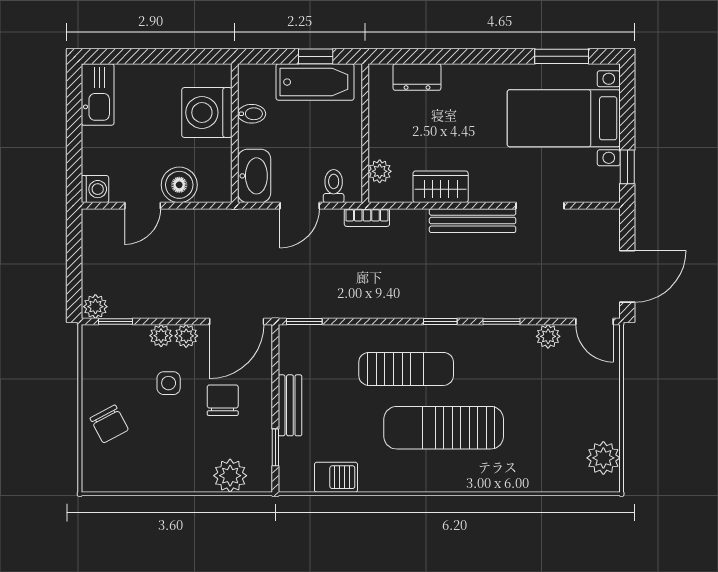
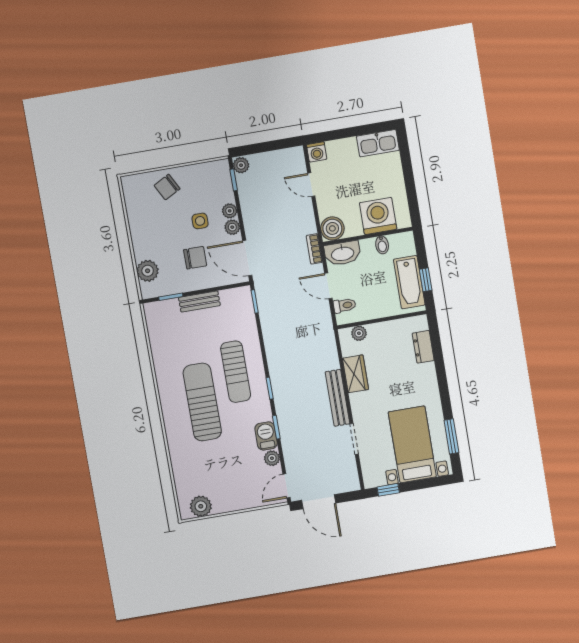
boiler: (179, 185) -> (332, 228), moved
bookcase: (367, 218) -> (314, 249), moved
barbecue: (336, 477) -> (266, 436), moved, turned 180

